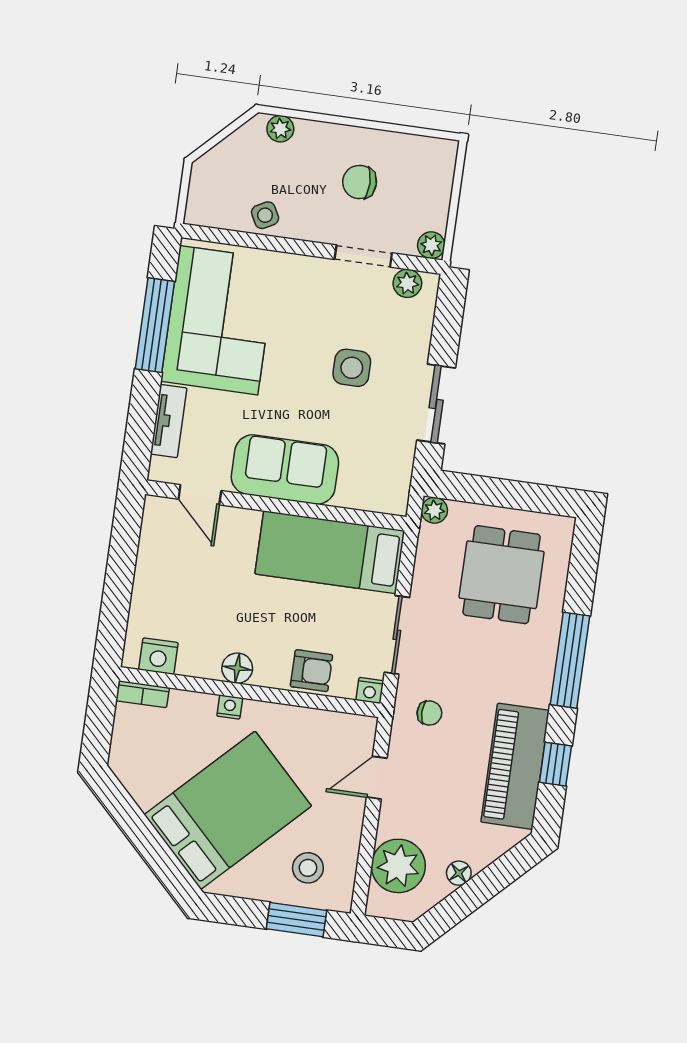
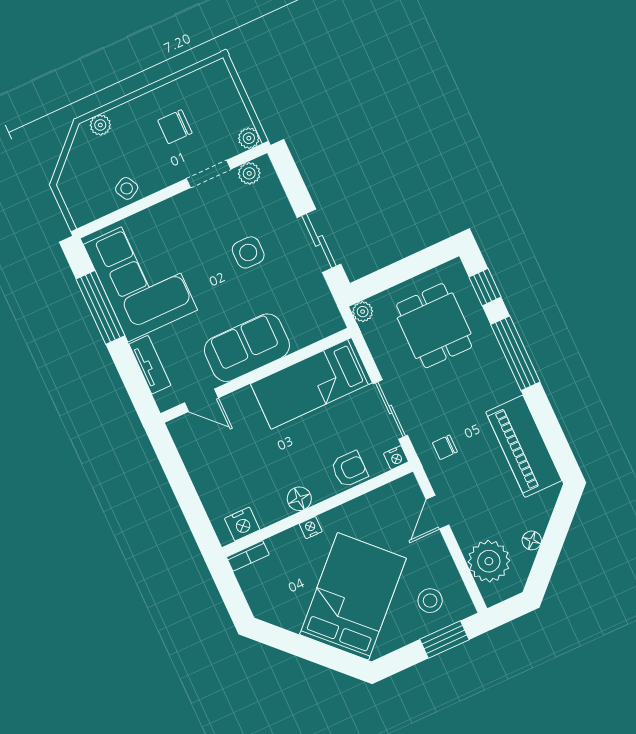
chair: (429, 713) -> (445, 447), turned 180
window: (555, 764) -> (485, 287), moved

